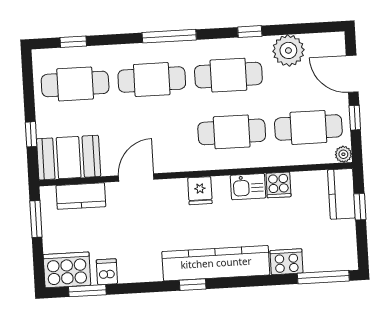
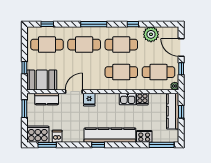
fridge: (200, 191) -> (89, 100), moved
kitchen counter: (341, 194) -> (173, 111), width x1.50

